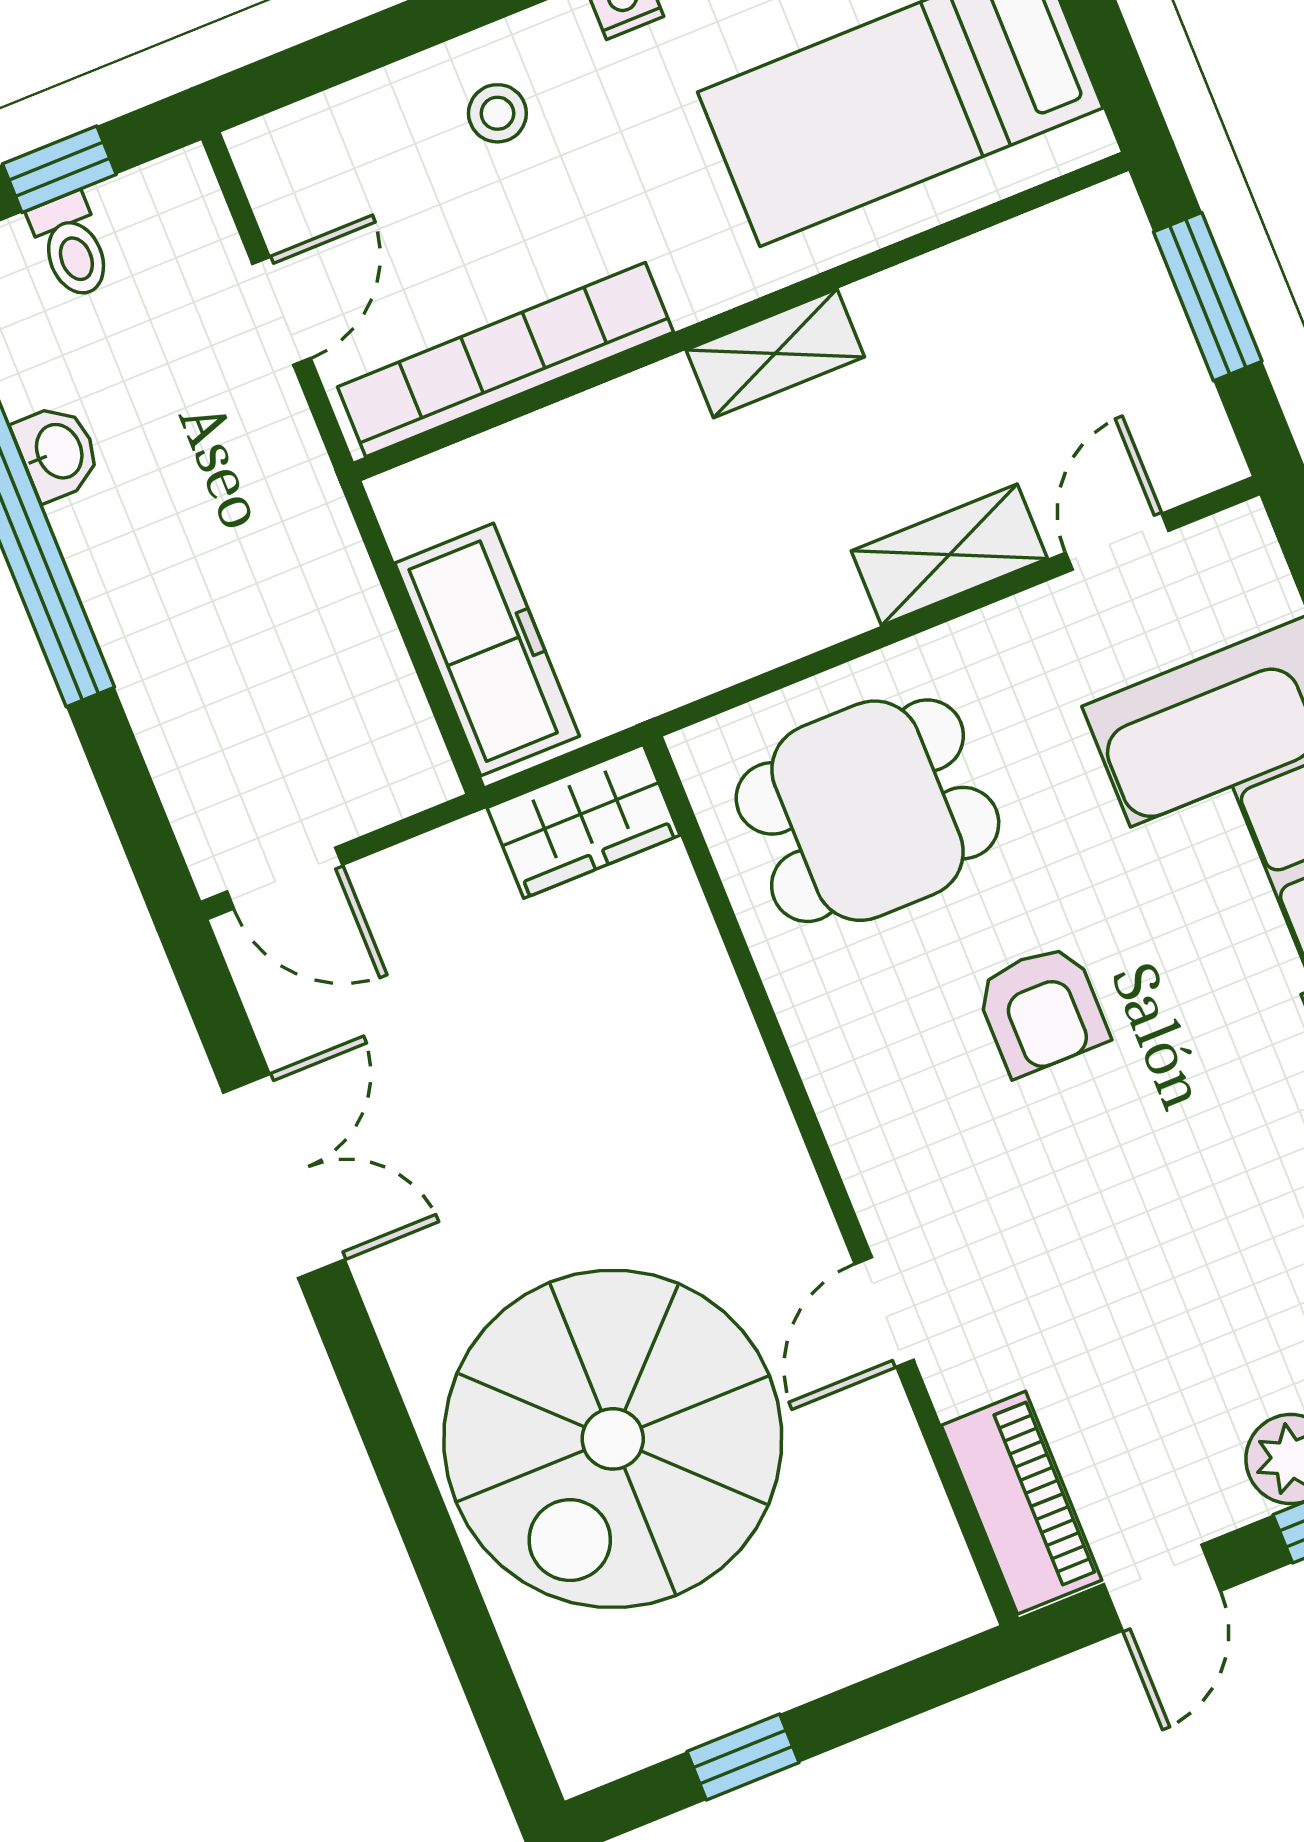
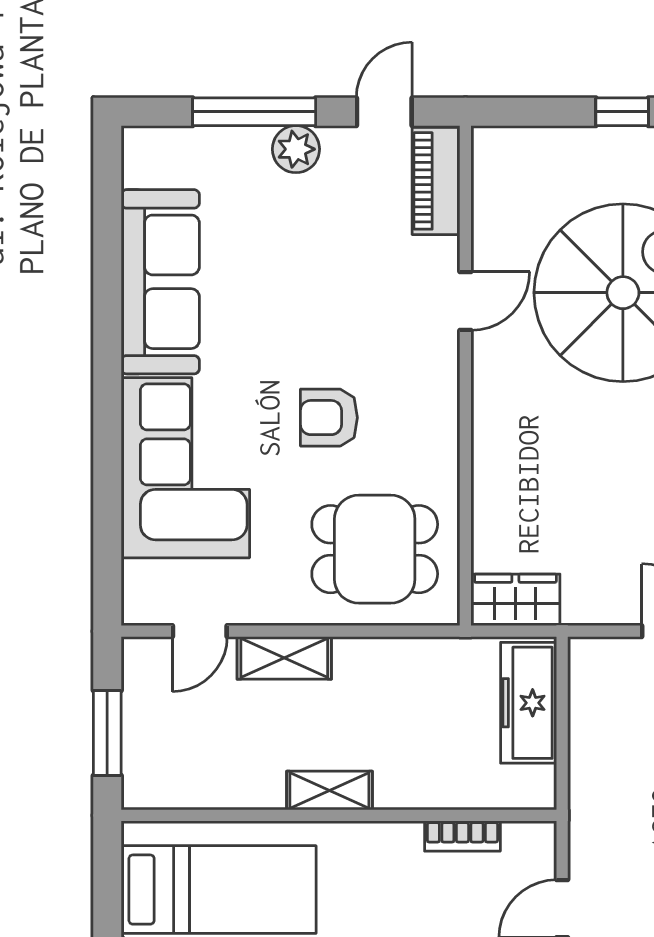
bookcase: (506, 360) -> (462, 836), width x0.43, depth x0.76
armchair: (1042, 1010) -> (329, 418), turned -90

